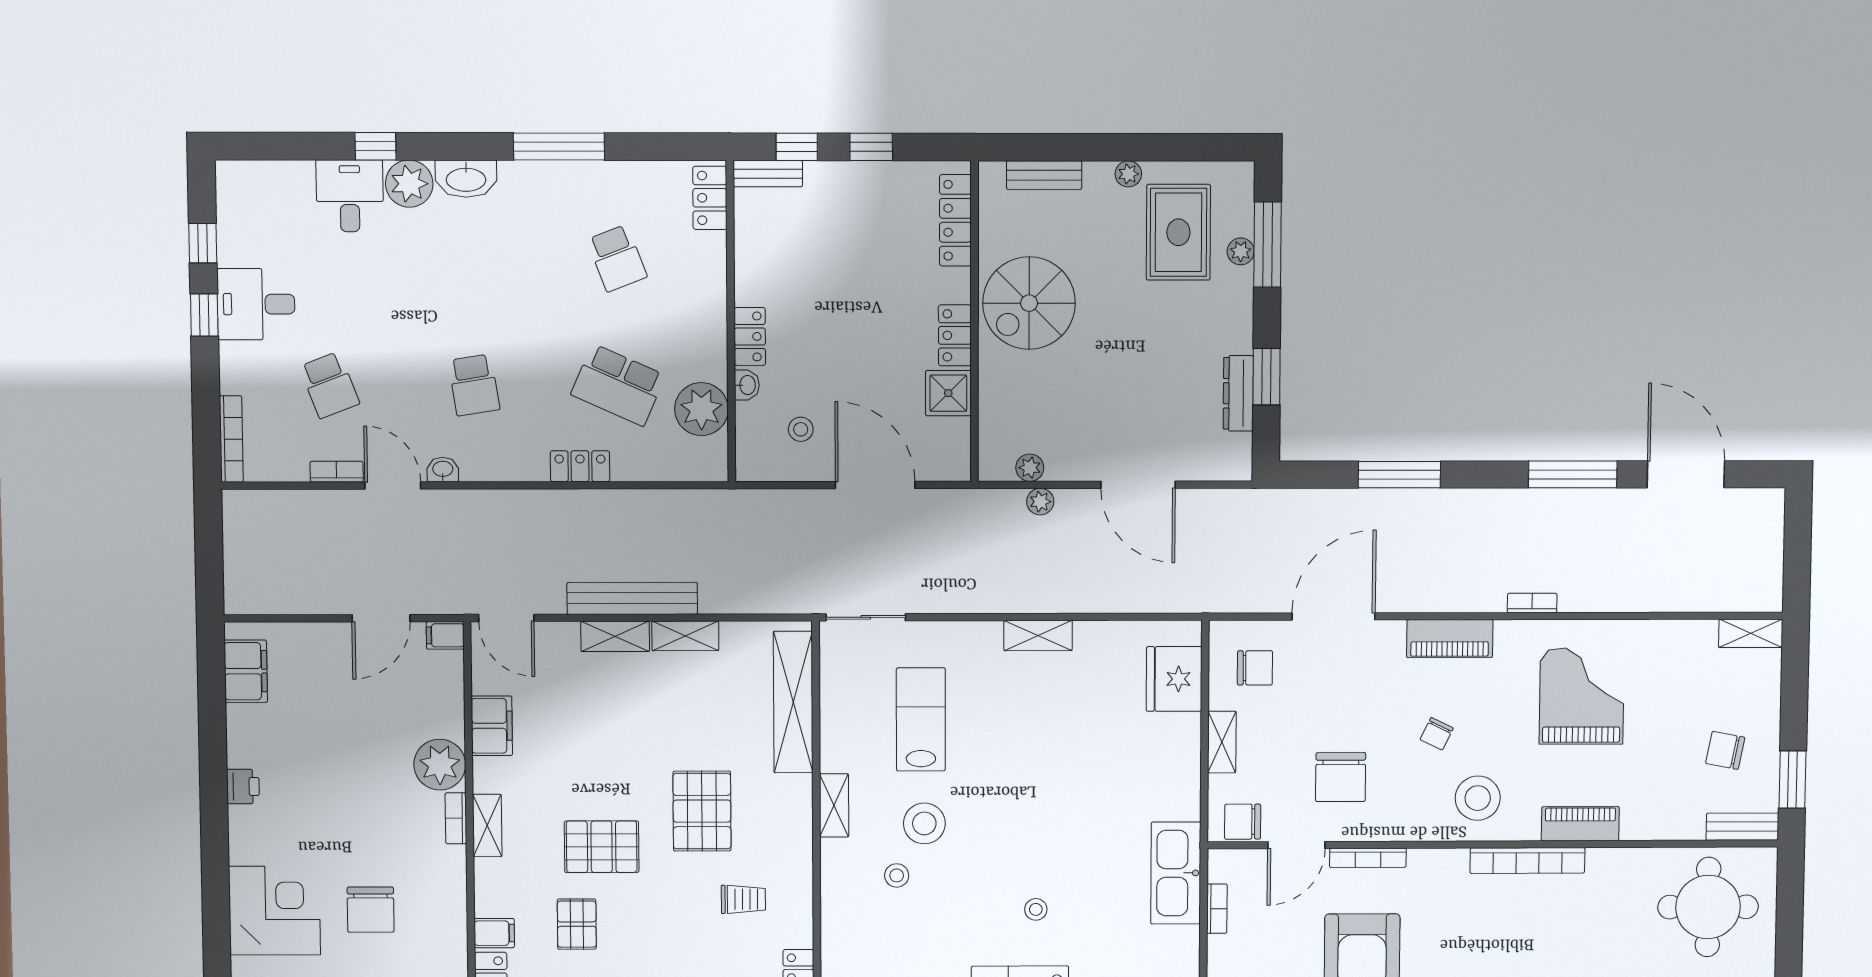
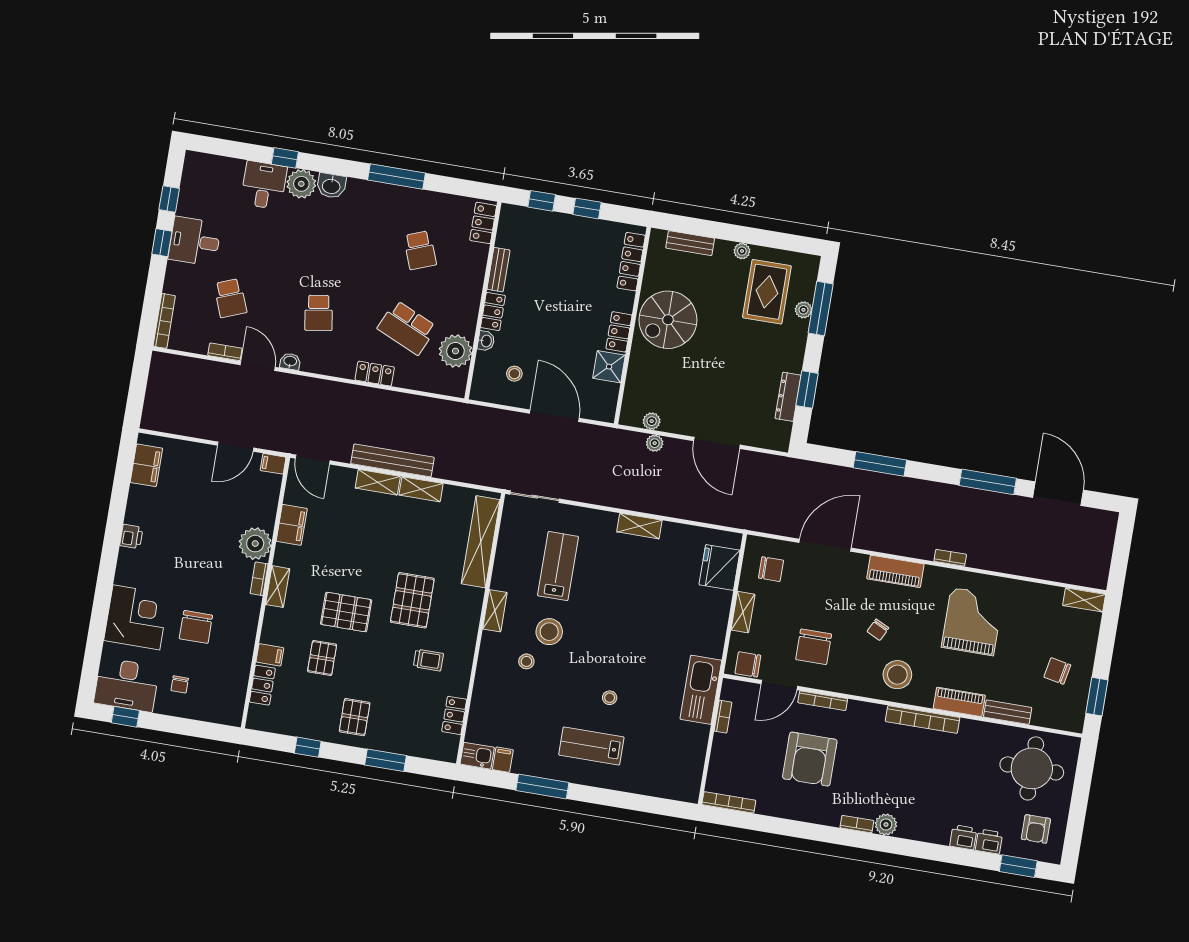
bench: (768, 174) -> (498, 270), moved, turned 90
washbasin: (466, 179) -> (331, 186), width x0.72
bench: (1742, 827) -> (1008, 712), moved

